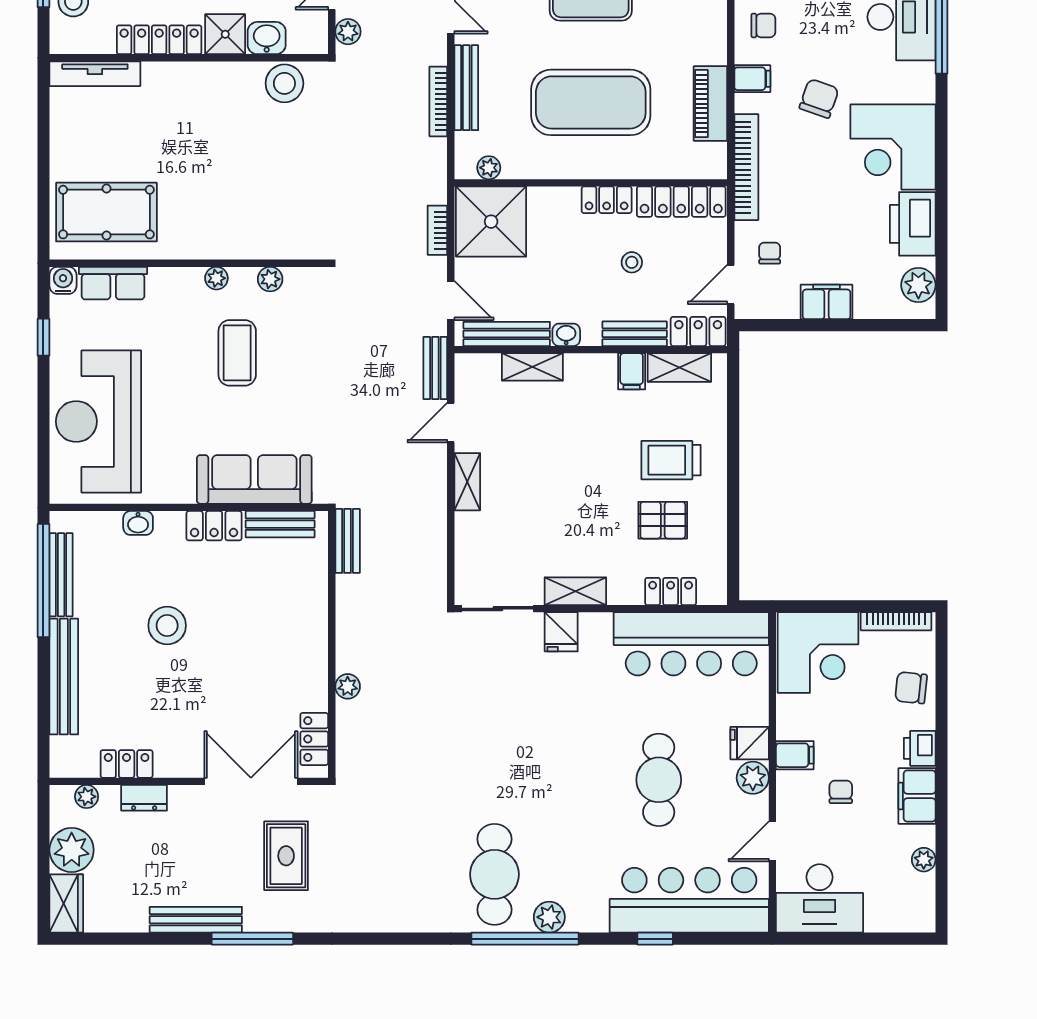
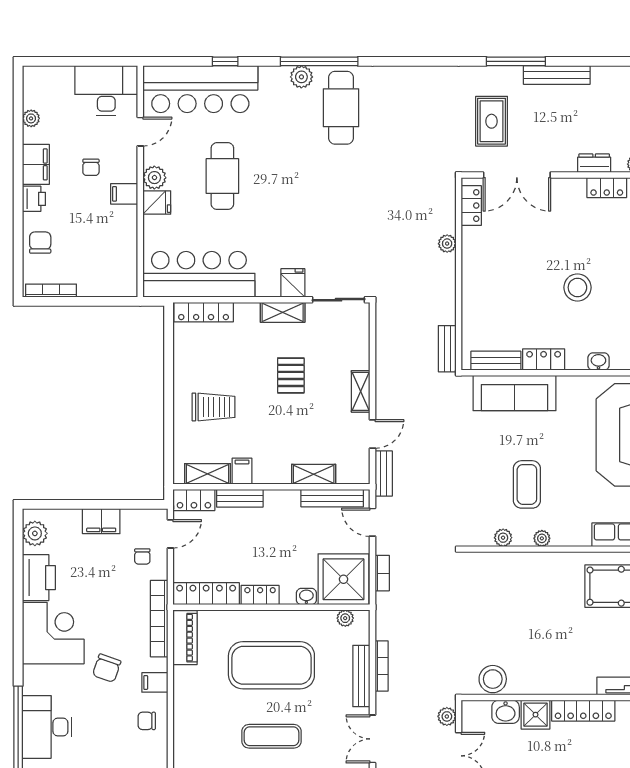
piano: (710, 104) -> (185, 638), moved
stool: (632, 262) -> (242, 550), removed
washbasin: (566, 335) -> (306, 597), moved, turned 180
pallet: (663, 520) -> (291, 375), moved, turned 90
locker: (671, 591) -> (204, 312), width x1.53
corner desk: (818, 653) -> (107, 268), removed
chair: (911, 688) -> (40, 243), turned -96

